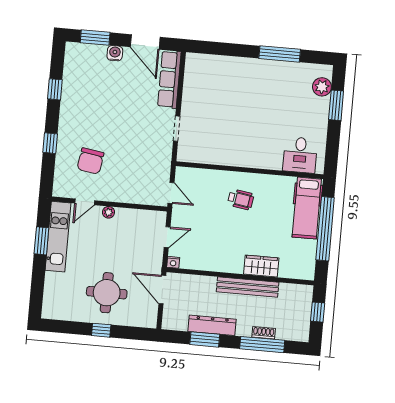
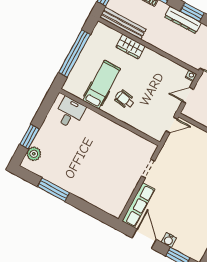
door: (171, 193) -> (172, 125), swing flipped
hospital bed: (307, 208) -> (102, 85), moved
bench: (248, 287) -> (123, 23), moved

